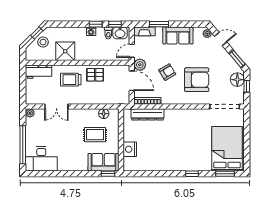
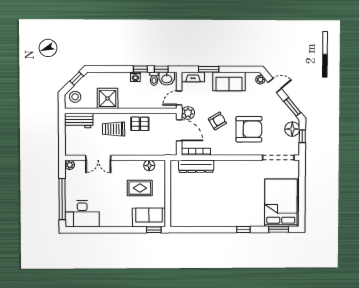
stool: (43, 42) -> (75, 97), moved
nightstand: (130, 149) -> (177, 204), removed

